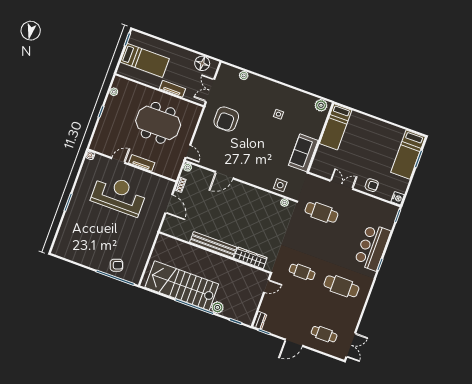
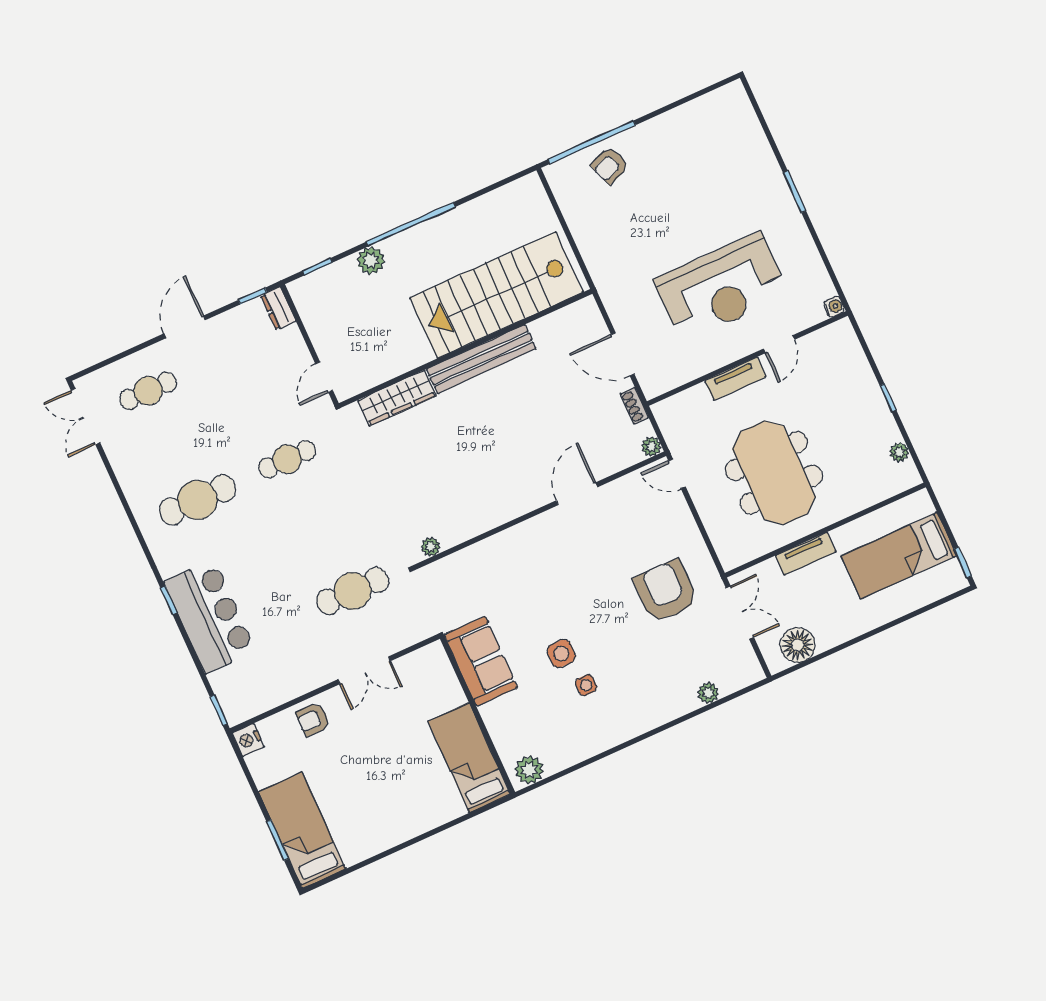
meeting table: (158, 123) -> (774, 473), turned 90
side table: (280, 185) -> (561, 654), moved
stairs: (182, 286) -> (496, 295), moved, turned 180

